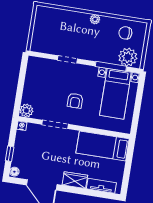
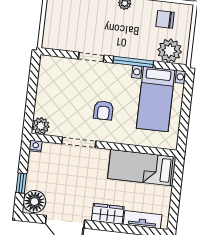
window: (111, 66) -> (133, 62), moved
floor lamp: (14, 172) -> (34, 202), width x1.89, depth x1.89

